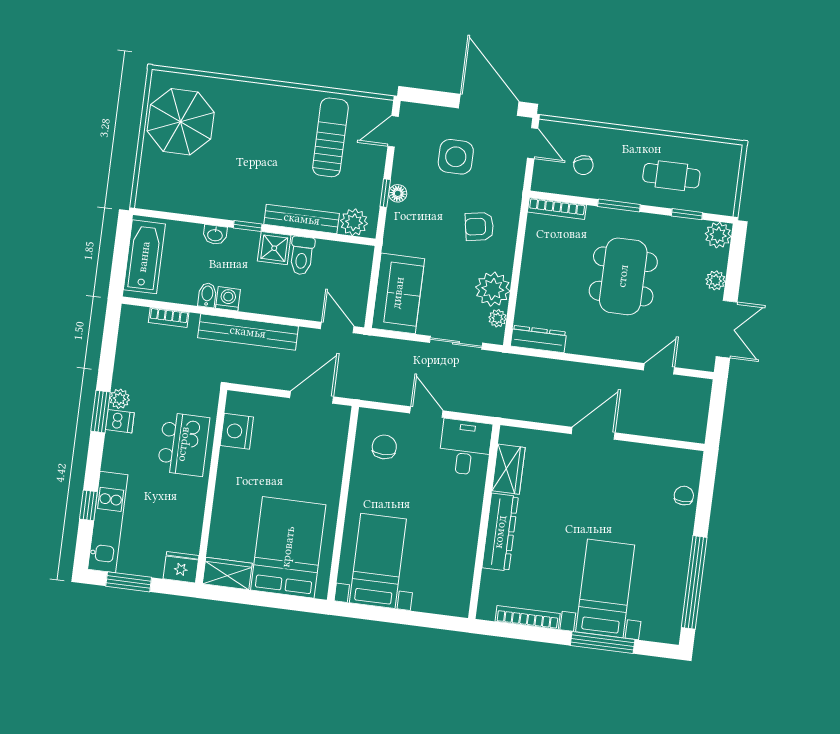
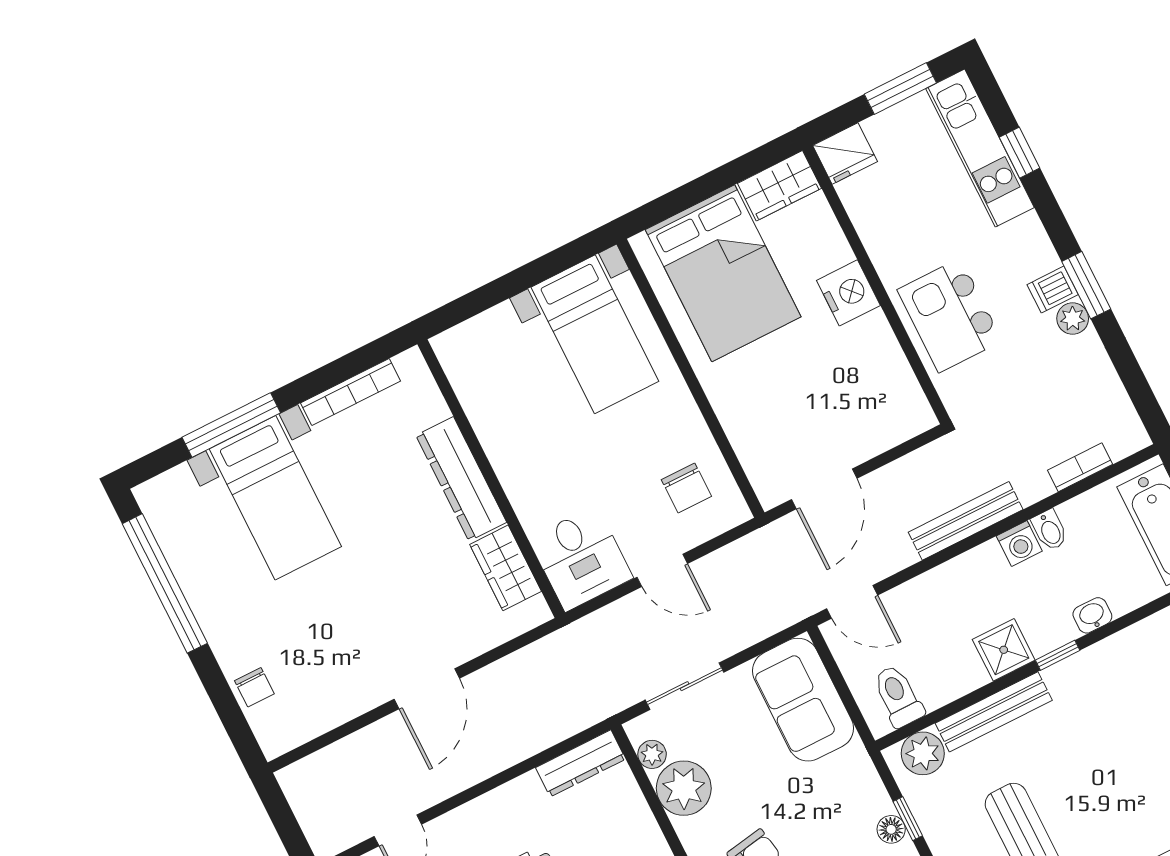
toilet: (302, 256) -> (898, 696), moved
bench: (248, 332) -> (966, 521), width x0.73, depth x0.82
nightstand: (237, 431) -> (848, 293), moved

